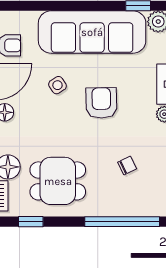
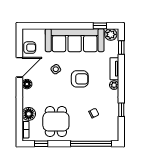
armchair: (101, 103) -> (80, 79), turned 91
dining table: (58, 181) -> (56, 122), turned 90

